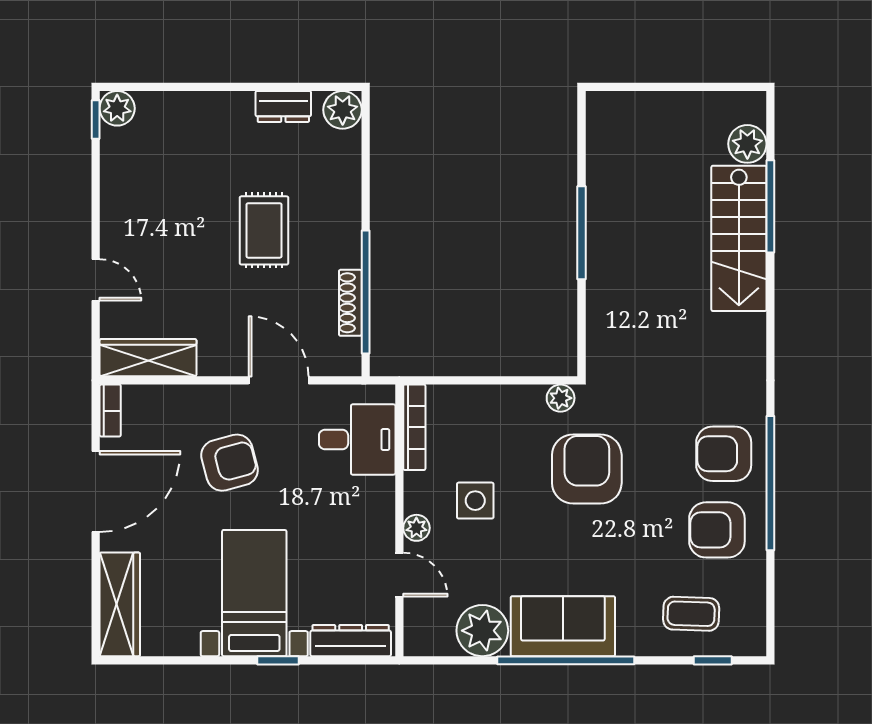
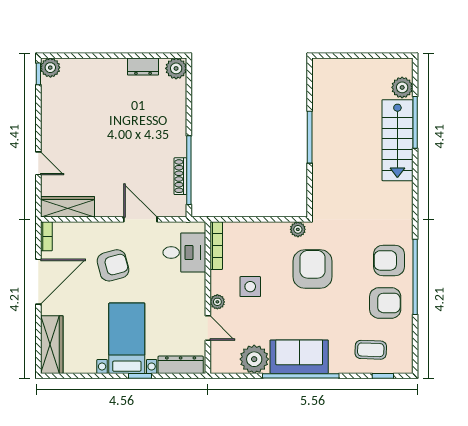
rug: (264, 230) -> (132, 136), removed
armchair: (717, 530) -> (385, 303), turned 180

